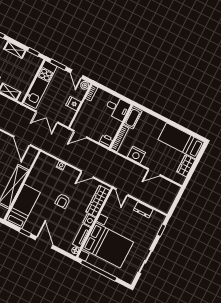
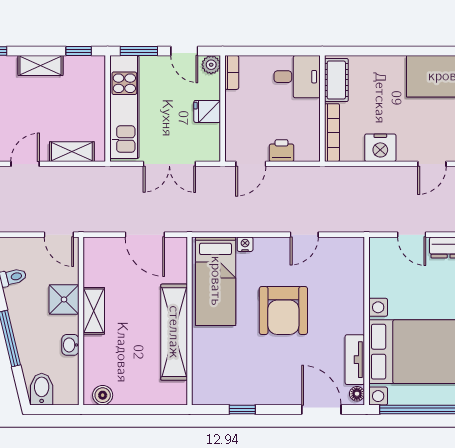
printer: (106, 141) -> (282, 151), moved
door: (122, 192) -> (412, 235), moved
armchair: (63, 201) -> (283, 310), width x1.88, depth x1.88
wardrobe: (98, 201) -> (352, 276), removed
bed: (23, 206) -> (216, 281), moved, turned 180
nightstand: (89, 220) -> (354, 322), removed
door: (44, 242) -> (321, 410), moved

